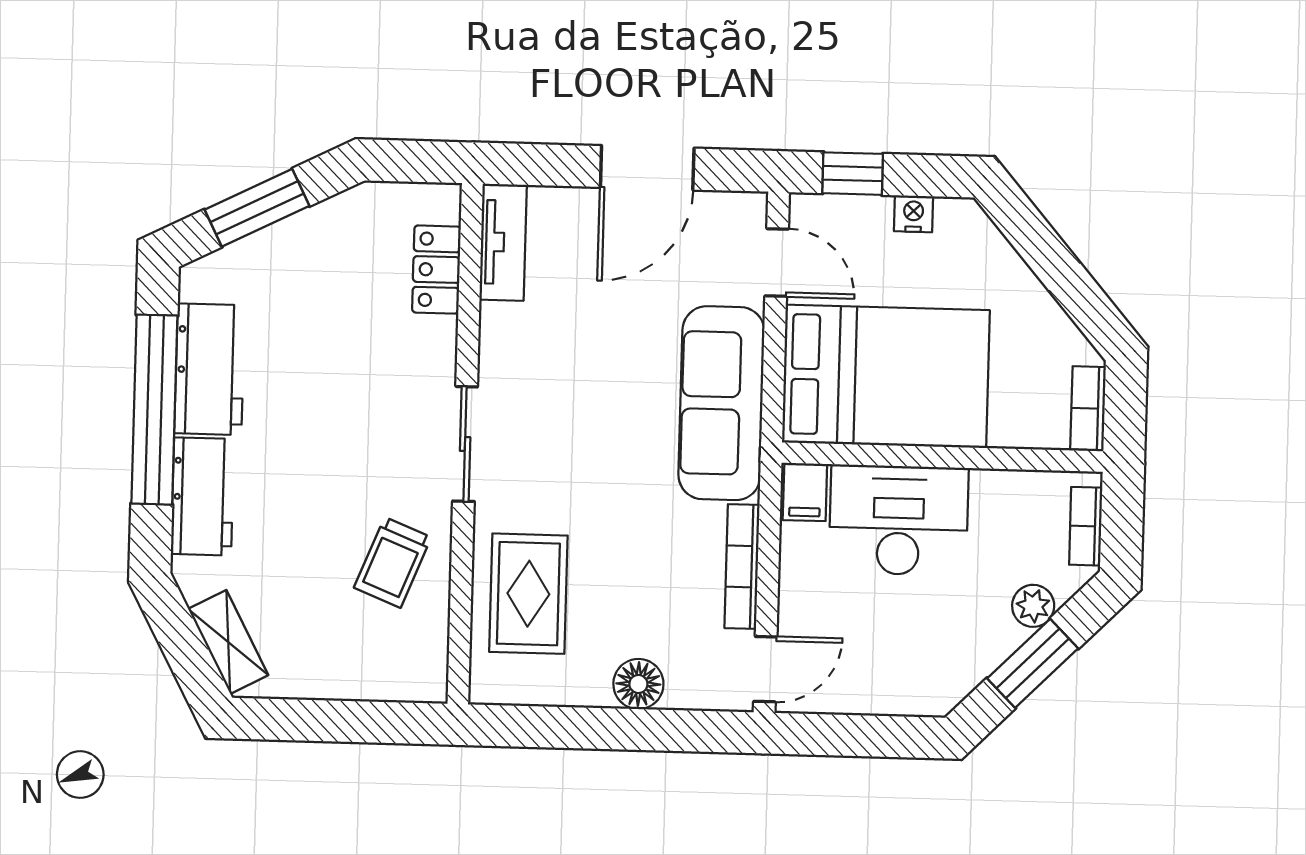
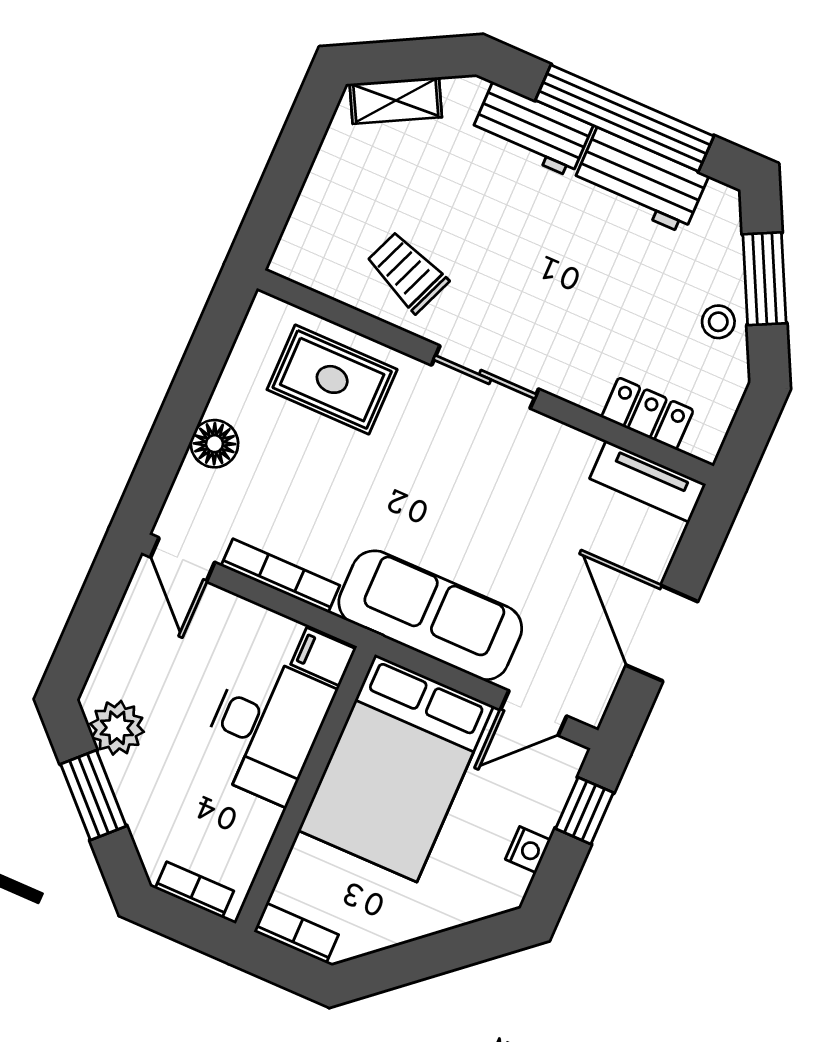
stool: (318, 236) -> (718, 322), added
plant: (1033, 606) -> (117, 728), moved, width x1.38, depth x1.38

